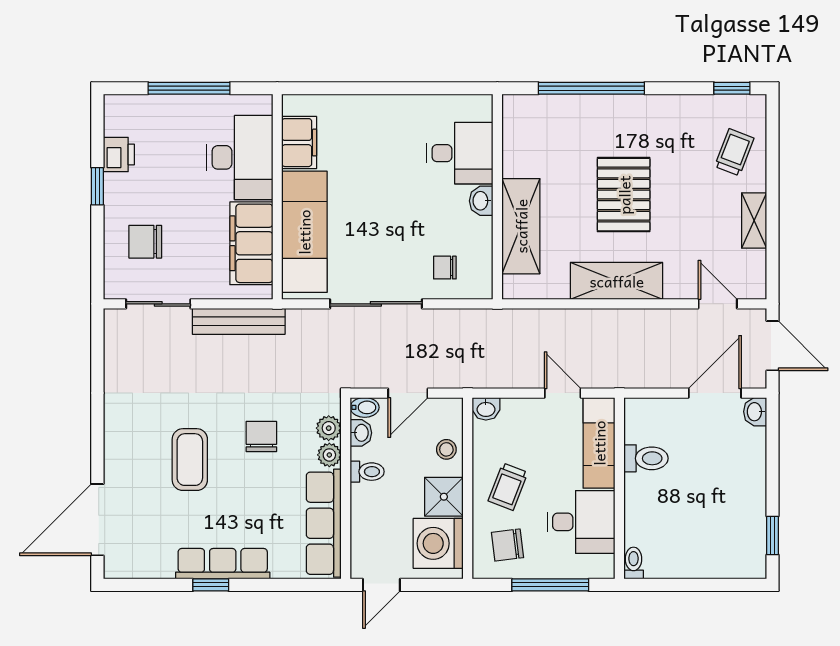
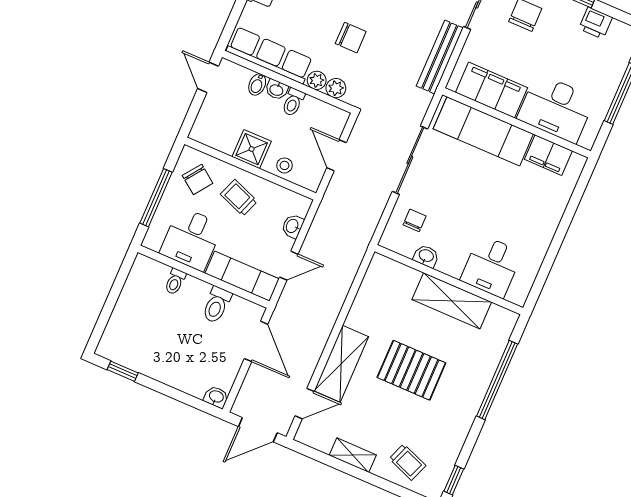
washbasin: (481, 201) -> (426, 256), moved
shelving: (521, 226) -> (452, 301), moved
shelving: (617, 281) -> (341, 364), moved
door: (715, 393) -> (256, 341), moved
bidet: (365, 407) -> (257, 84), moved
washbasin: (486, 409) -> (293, 226), moved
washbasin: (361, 433) -> (277, 90), moved
washing machine: (438, 543) -> (220, 131), removed
chair: (507, 545) -> (198, 179), turned 133
toilet: (634, 563) -> (175, 282), moved, turned 90

